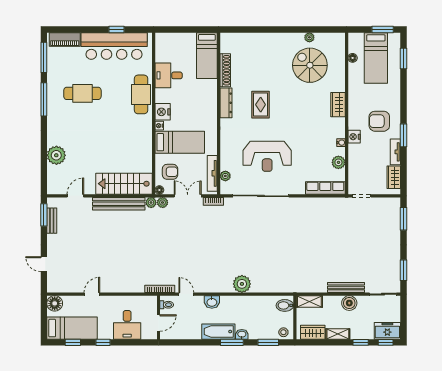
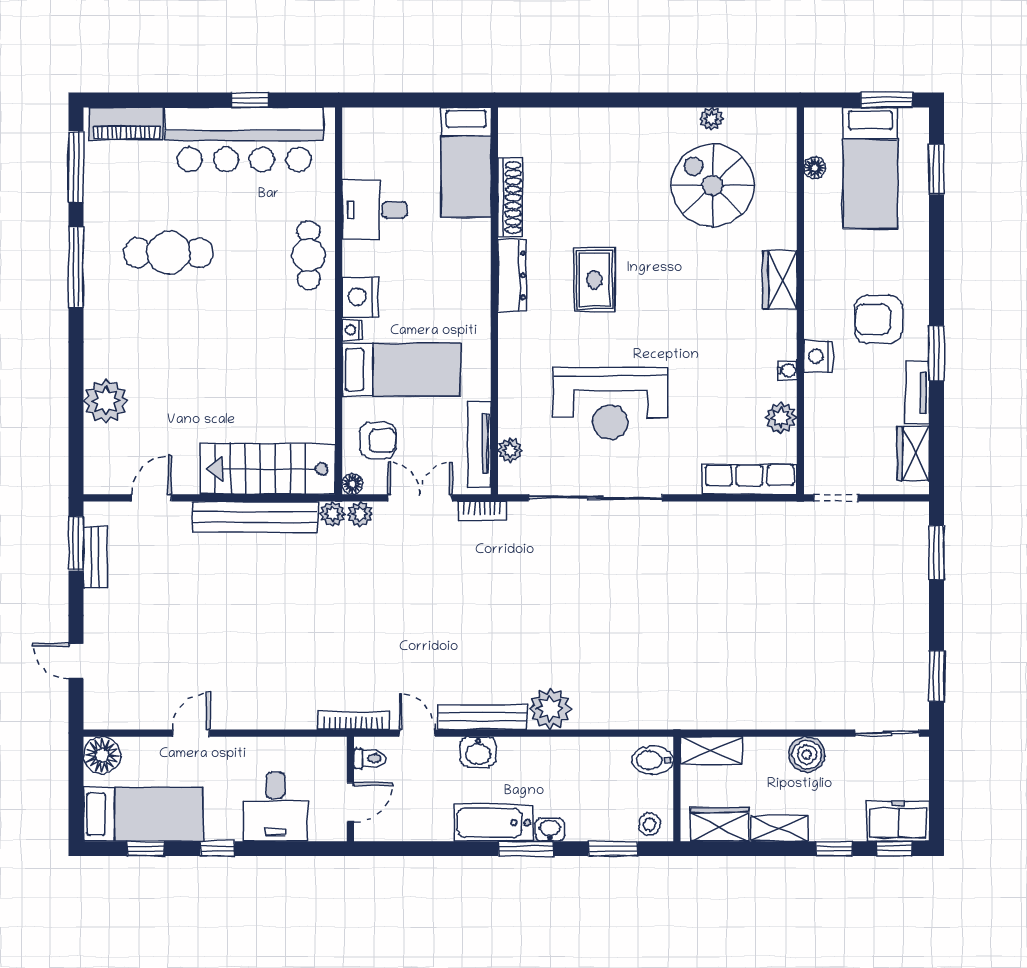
cafe table: (141, 94) -> (309, 255), width x0.73, depth x0.74
bench: (346, 287) -> (483, 717), moved

